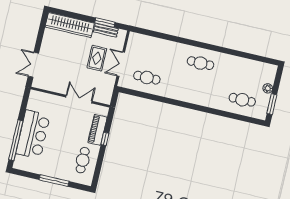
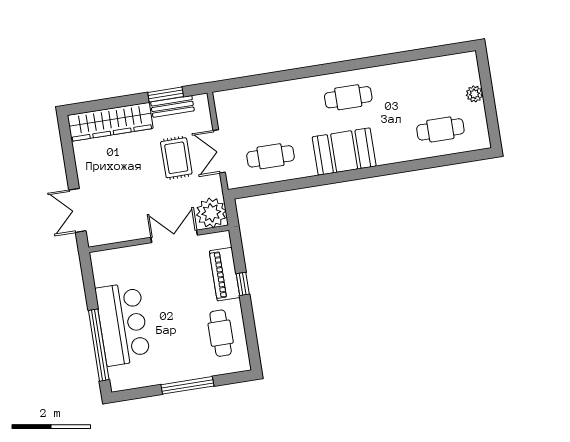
booth: (187, 91) -> (344, 152), added
plant: (104, 95) -> (211, 213), added
window: (272, 104) -> (492, 117), removed

